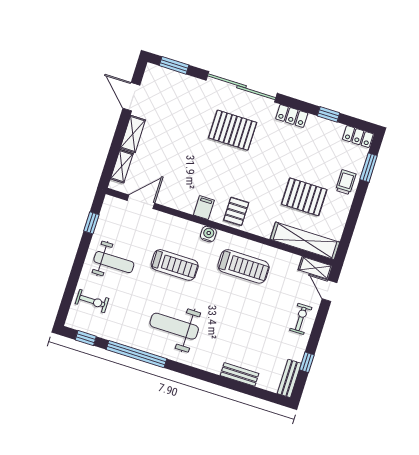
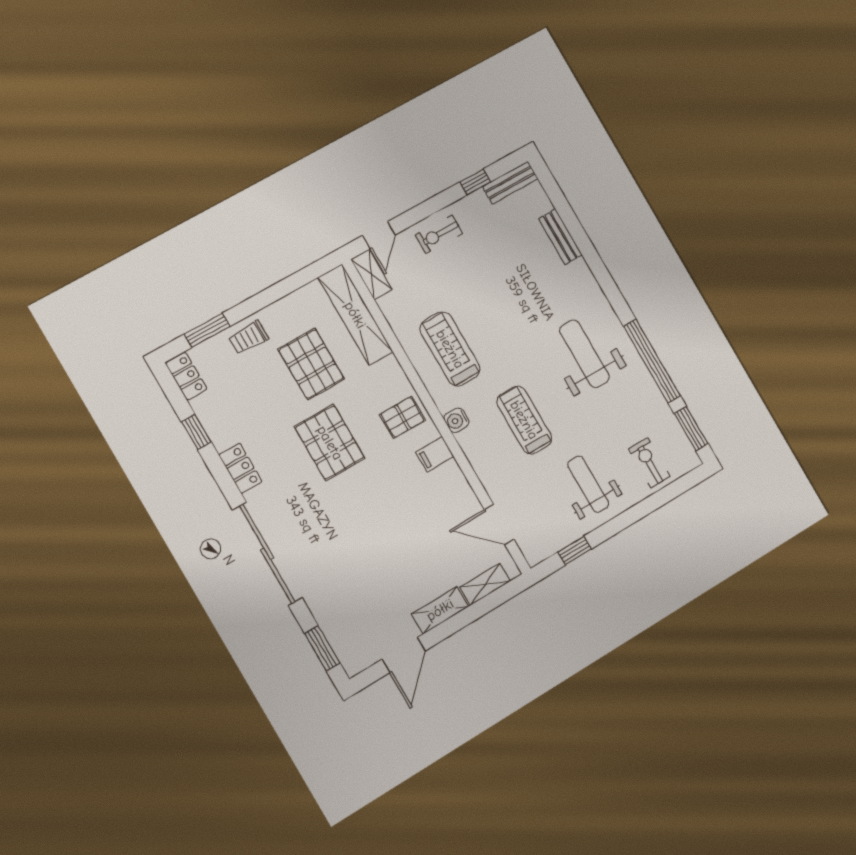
pallet: (233, 130) -> (330, 443), moved
weight bench: (174, 326) -> (584, 354), turned 180
window: (86, 338) -> (691, 429), width x1.50

